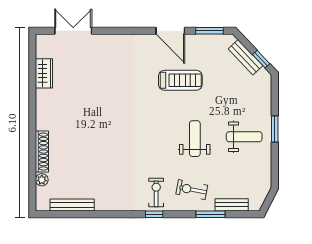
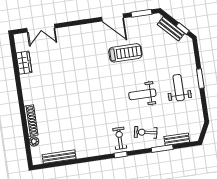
double door: (73, 31) -> (41, 28), swing flipped
weight bench: (244, 137) -> (179, 88), turned -90
weight bench: (195, 139) -> (142, 94), turned -90

